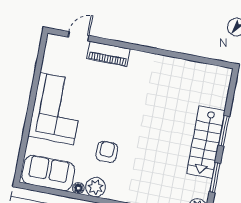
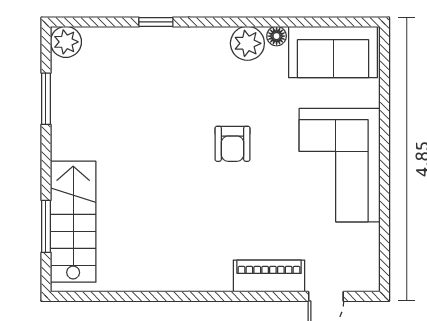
window: (224, 131) -> (46, 226), moved
stairs: (206, 142) -> (73, 222), moved
armchair: (107, 152) -> (232, 144), moved

